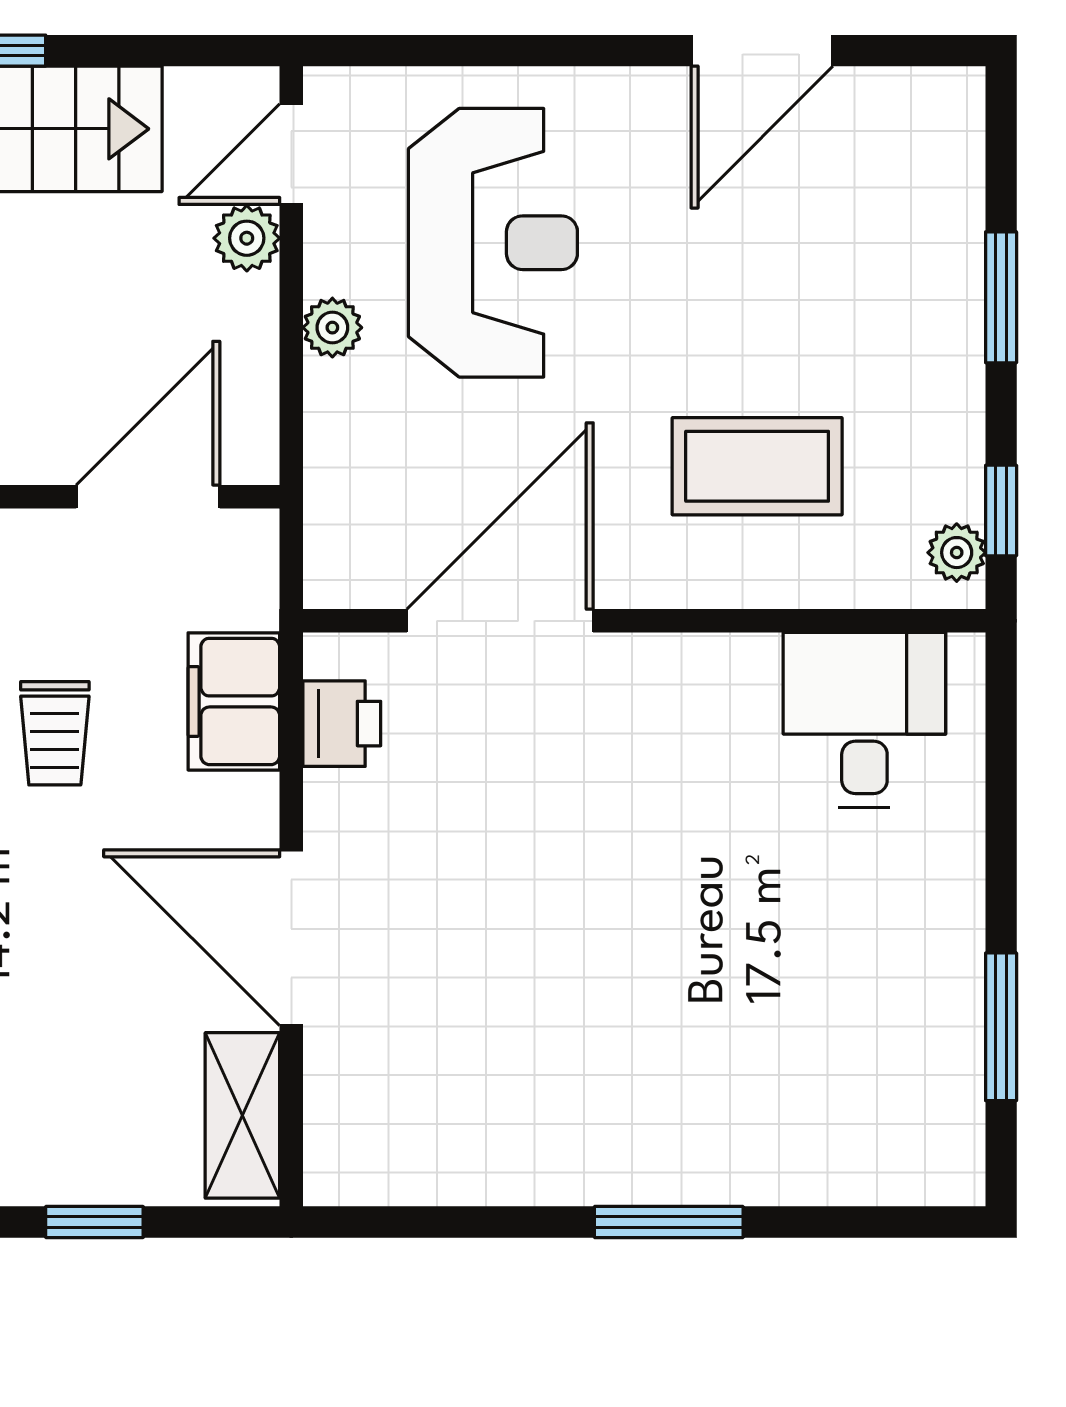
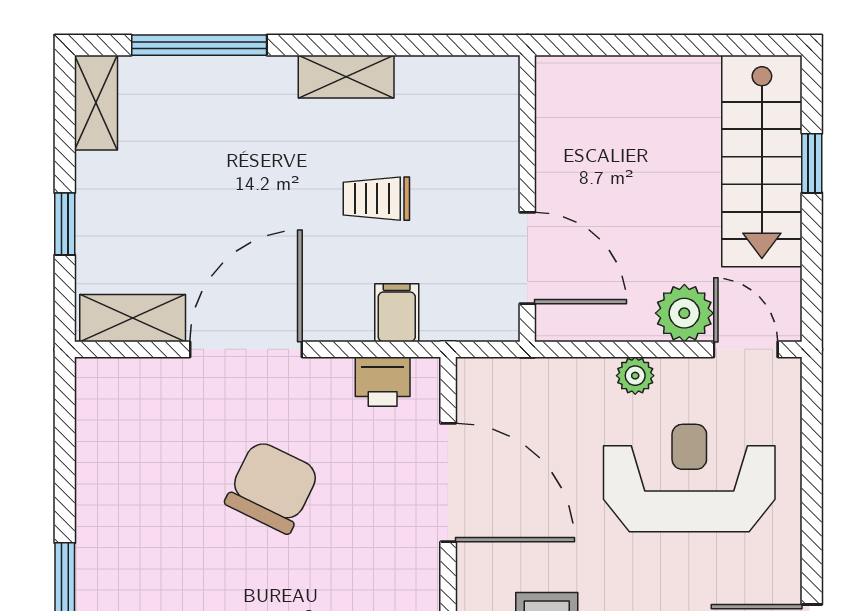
plant: (247, 238) -> (684, 313), width x1.38, depth x1.38
reception desk: (493, 243) -> (689, 478), turned 180
filing cabinet: (234, 701) -> (397, 313), width x0.50
chair: (507, 897) -> (272, 487), added

